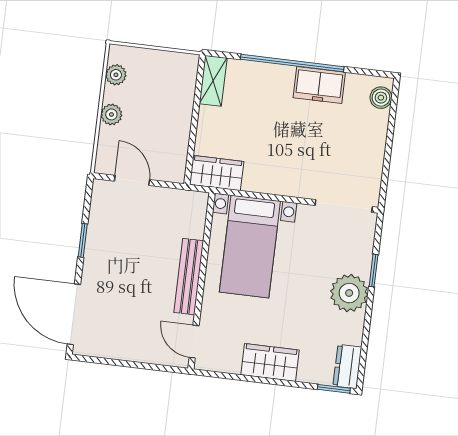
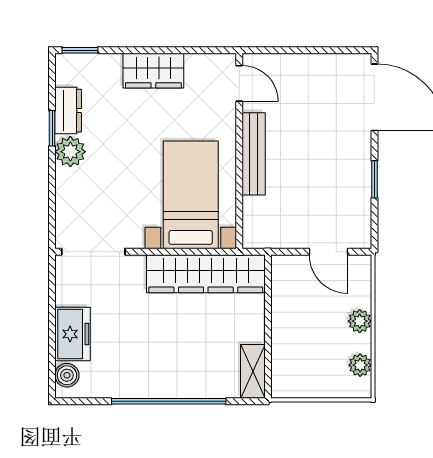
freezer: (319, 85) -> (73, 334), moved, turned 90
wardrobe: (217, 173) -> (206, 274), width x2.10, depth x1.17
window: (374, 270) -> (52, 128), moved
plant: (349, 293) -> (70, 152), width x0.73, depth x0.73
dresser: (347, 366) -> (68, 111), moved

